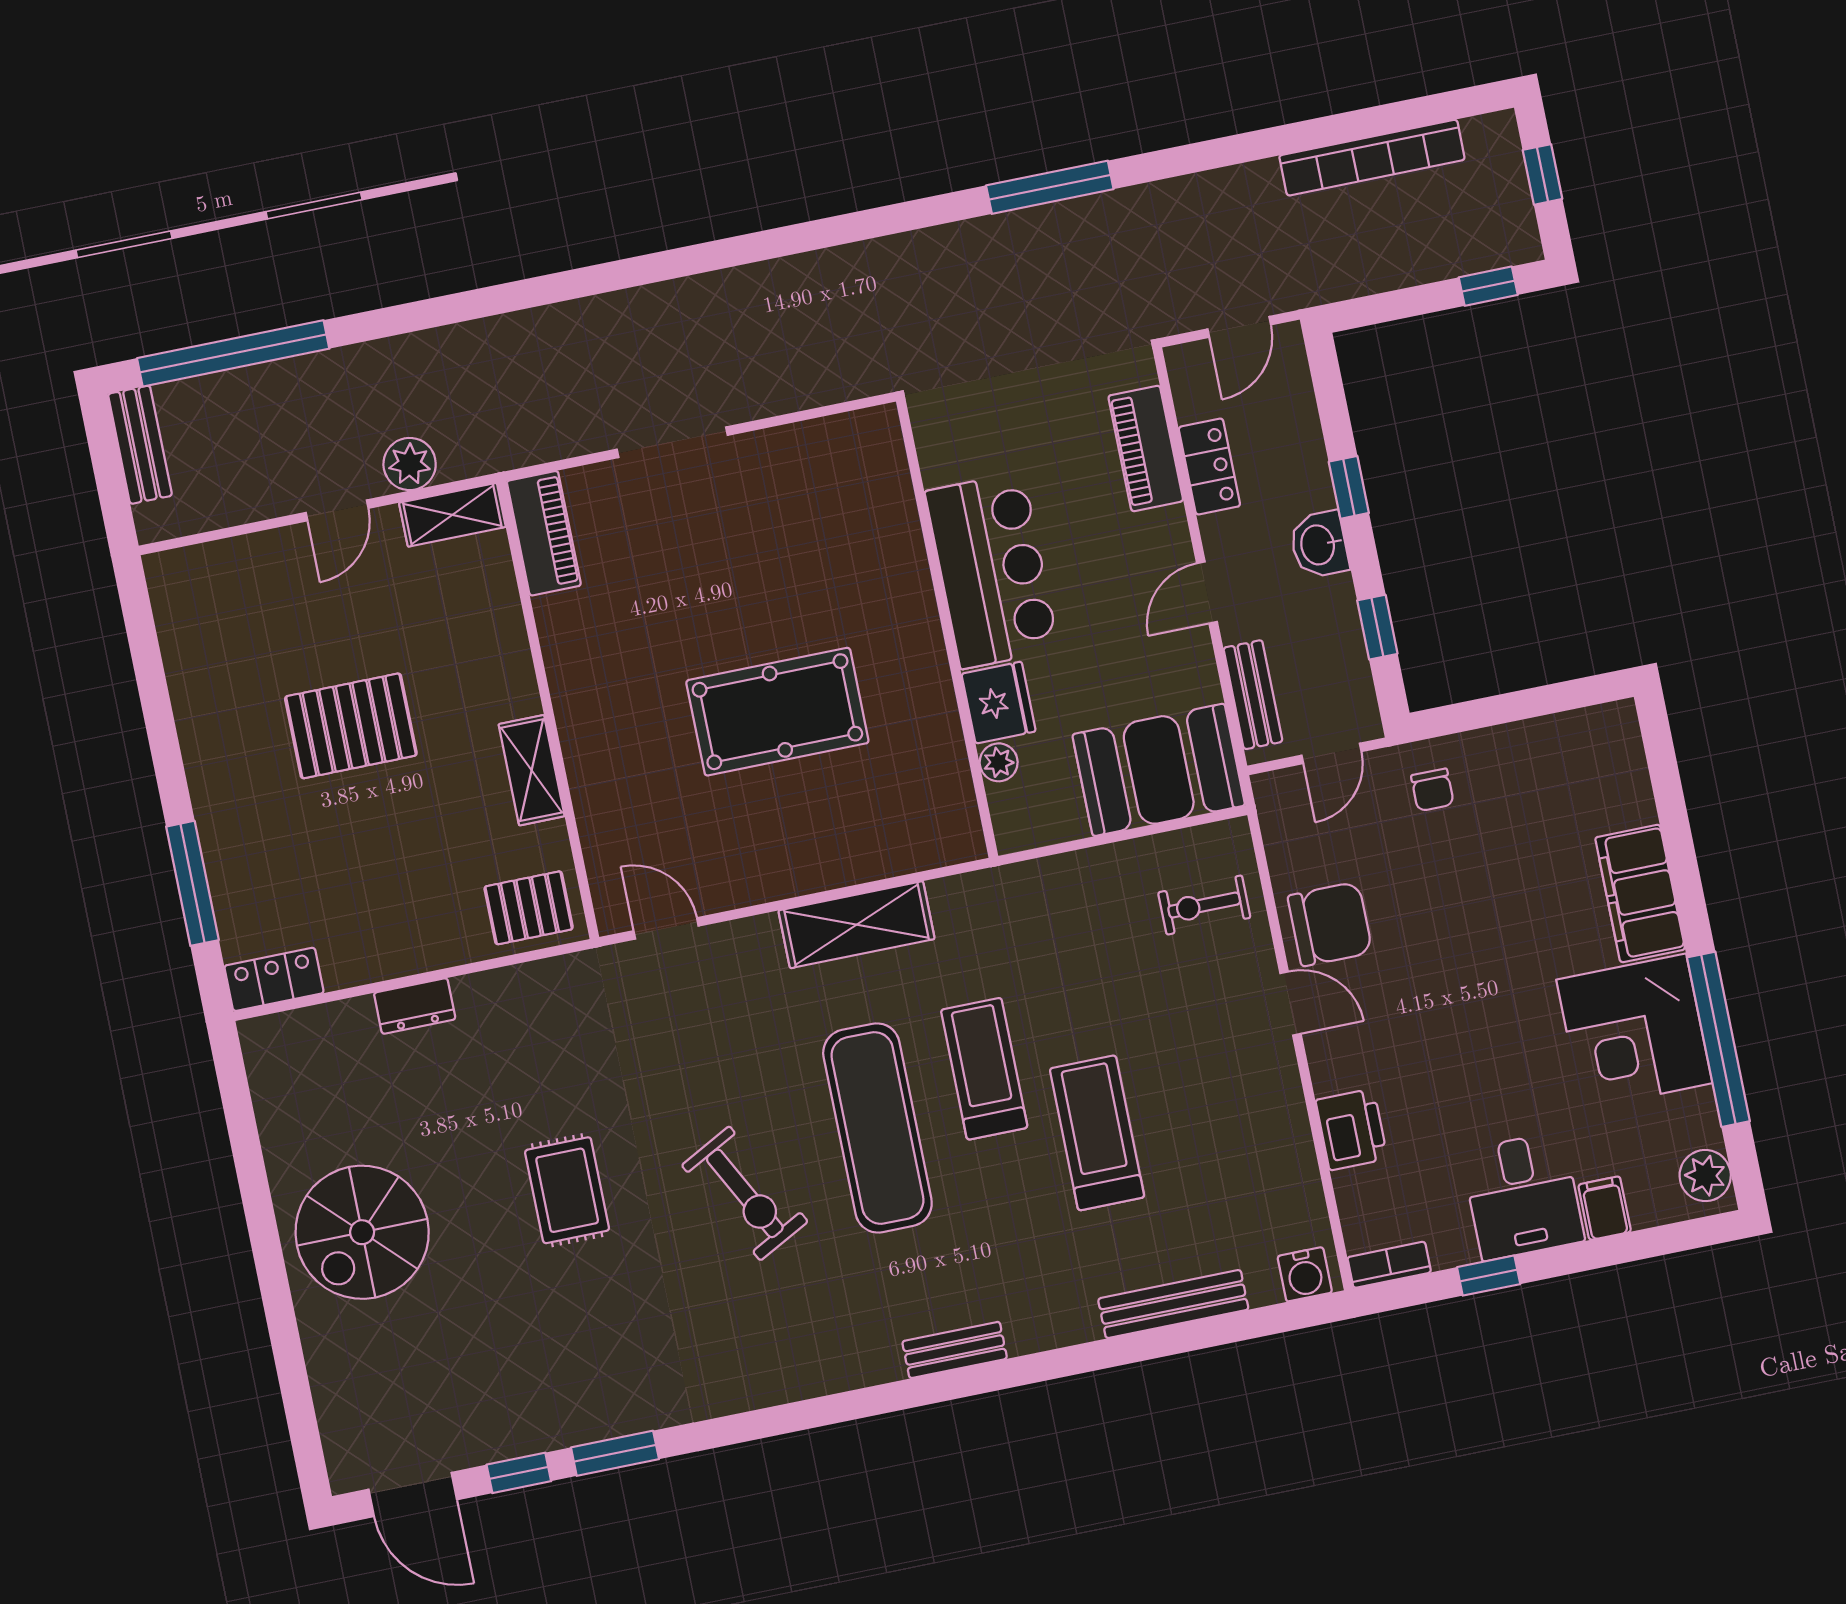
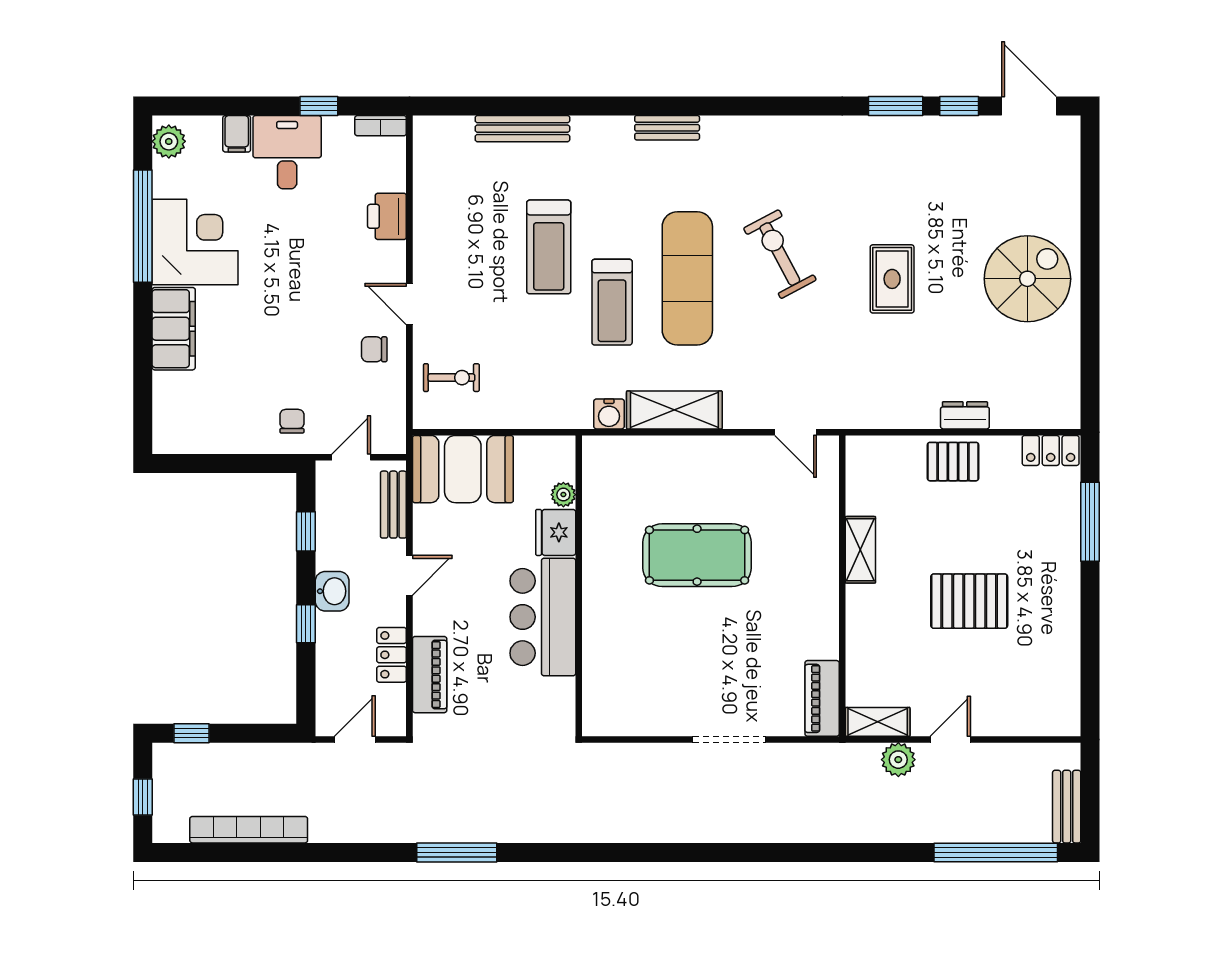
pallet: (529, 908) -> (953, 462), moved
chair: (1330, 924) -> (374, 349), width x0.54, depth x0.54
water cooler: (1305, 1274) -> (609, 414), moved, turned 180

